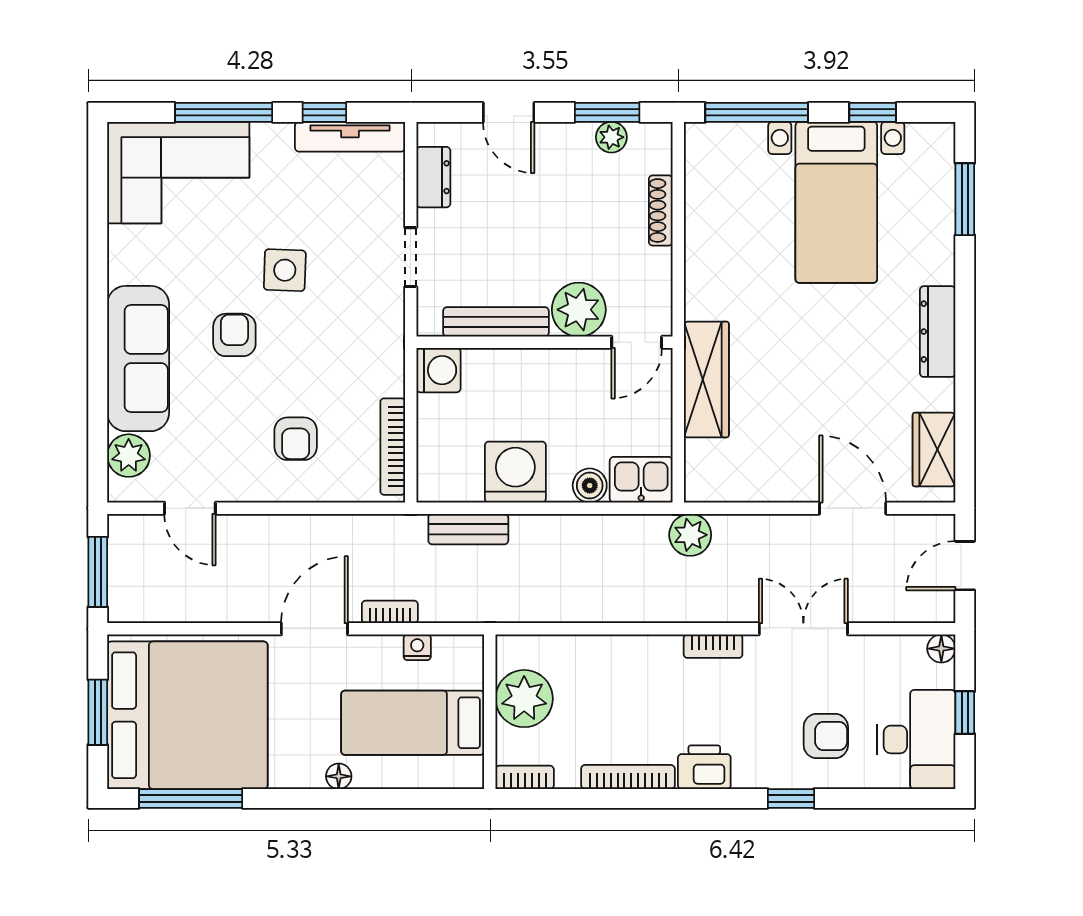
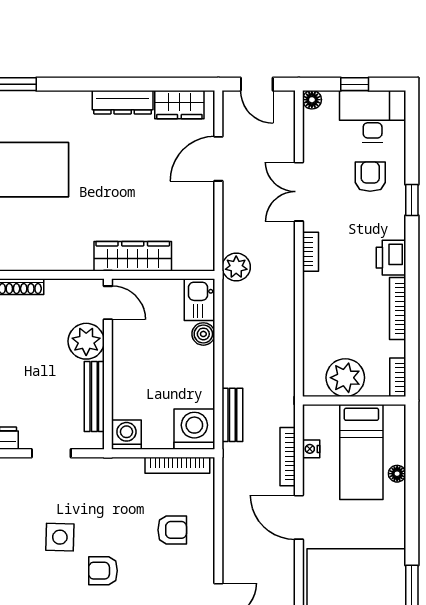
dresser: (938, 332) -> (123, 102), moved
washing machine: (515, 472) -> (194, 429), moved, turned 90
bookcase: (390, 612) -> (288, 457), width x1.56
floor lamp: (339, 776) -> (397, 474), moved

